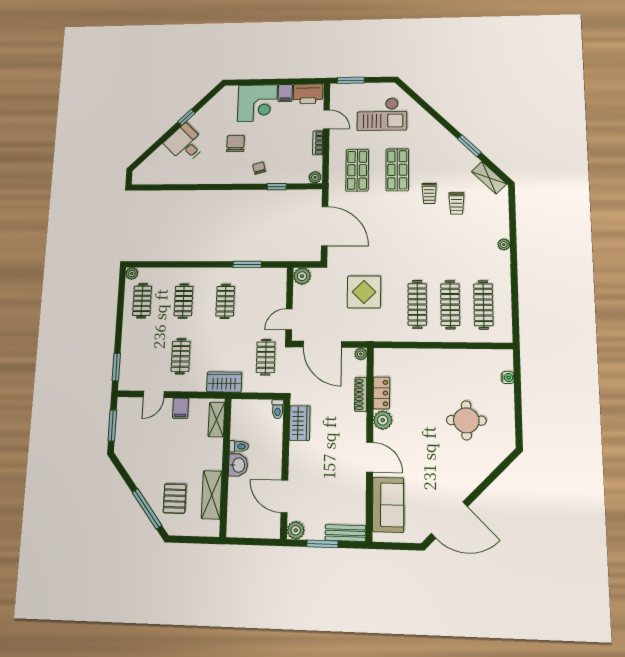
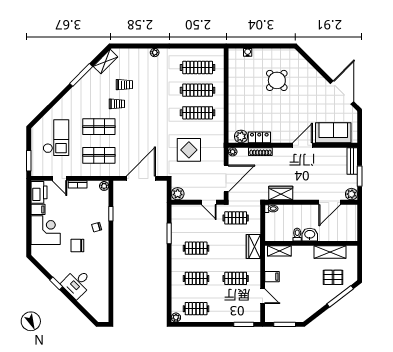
door: (326, 119) -> (59, 178), swing flipped
window: (469, 146) -> (81, 75), width x1.44
plant: (383, 420) -> (241, 136), moved
round table: (466, 420) -> (277, 80), turned 45

